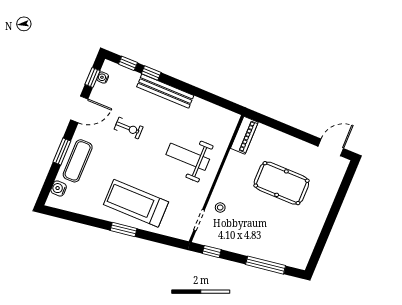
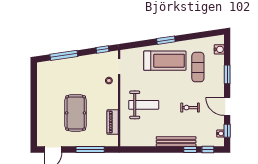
door: (79, 109) -> (227, 106), hinge flipped
window: (282, 127) -> (90, 149), added
piano: (244, 135) -> (113, 122), moved
exercise mat: (78, 161) -> (198, 67), moved
pool table: (281, 183) -> (76, 113), turned 90

